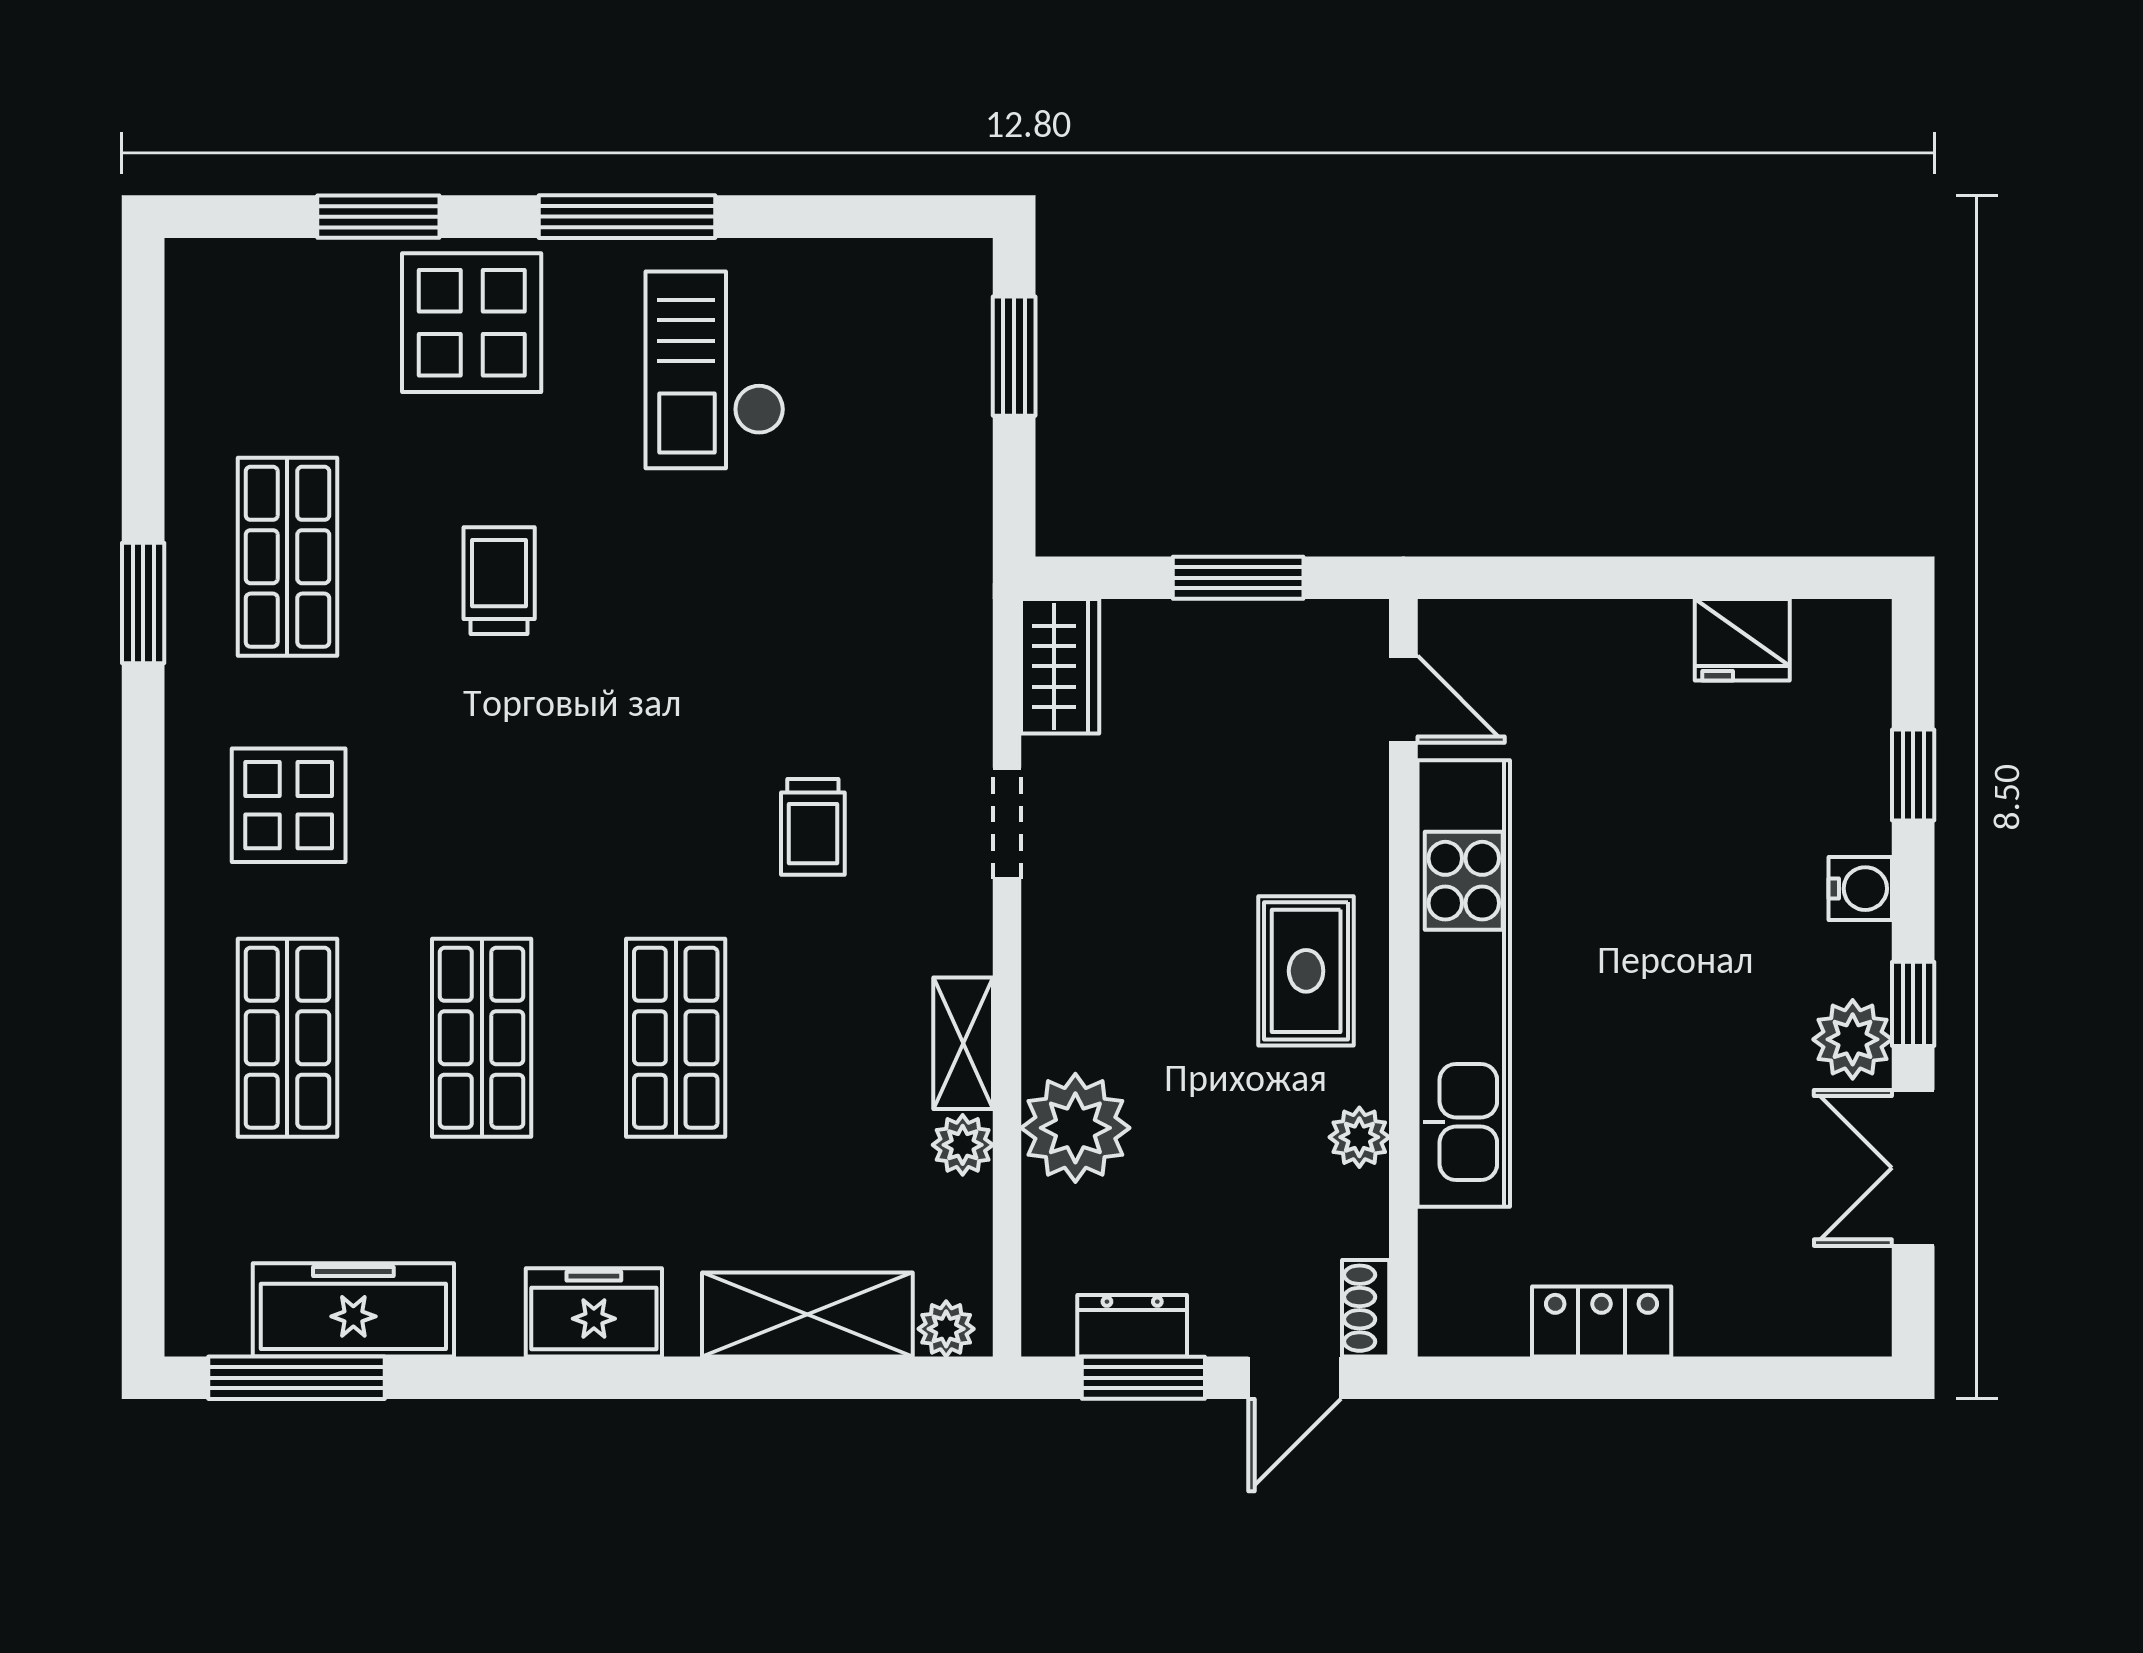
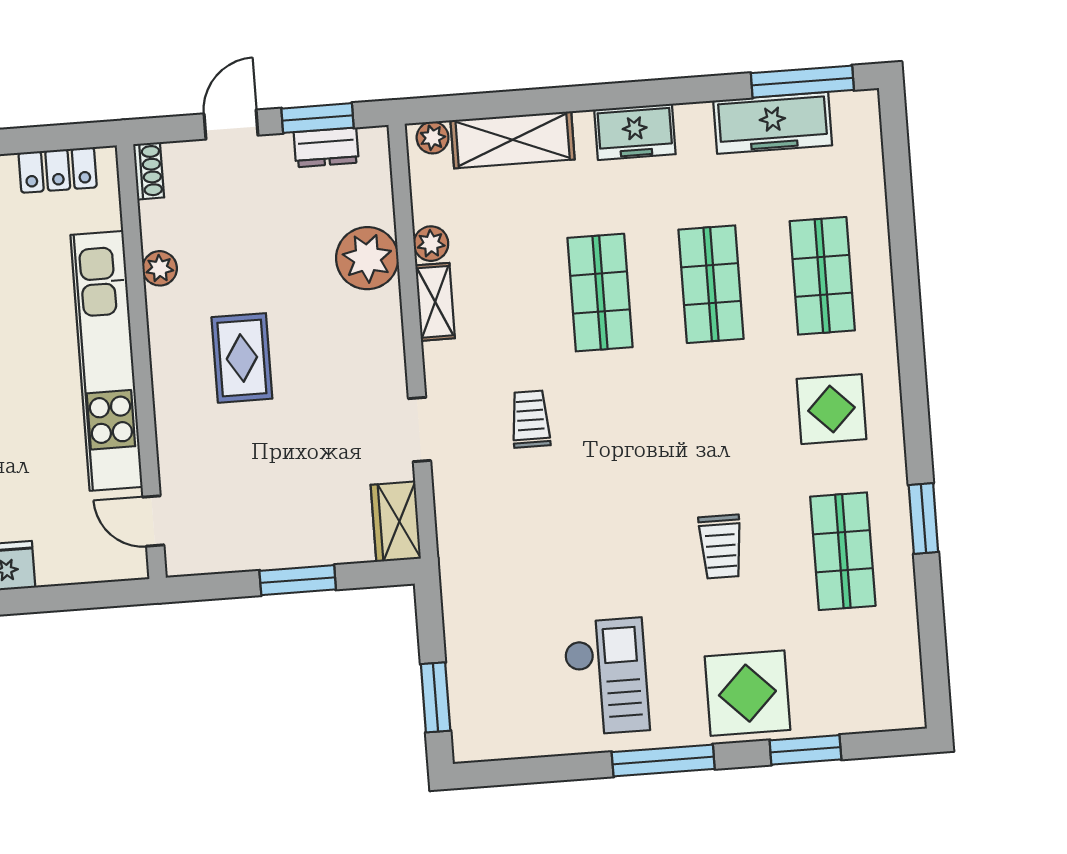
door: (1403, 699) -> (153, 521), moved
wall: (1403, 978) -> (141, 362), moved
kitchen unit: (1464, 983) -> (106, 361), moved
plant: (1359, 1137) -> (160, 268), moved
shoe rack: (1366, 1308) -> (149, 171), moved

